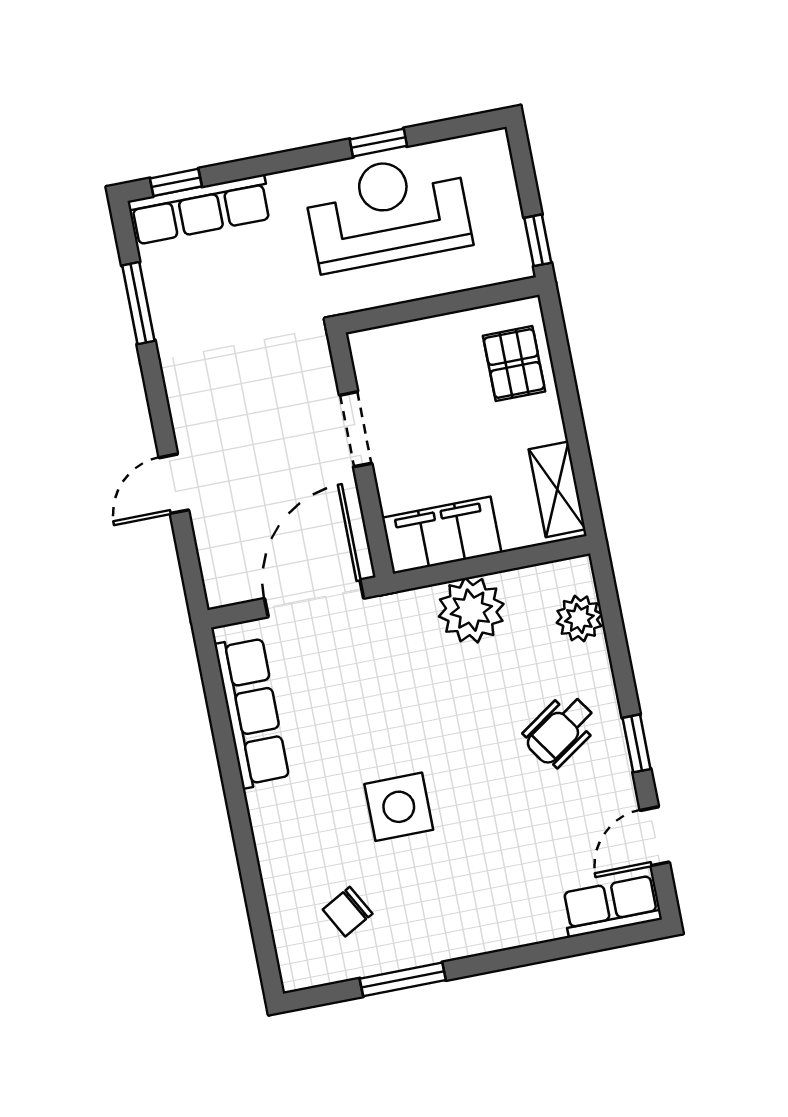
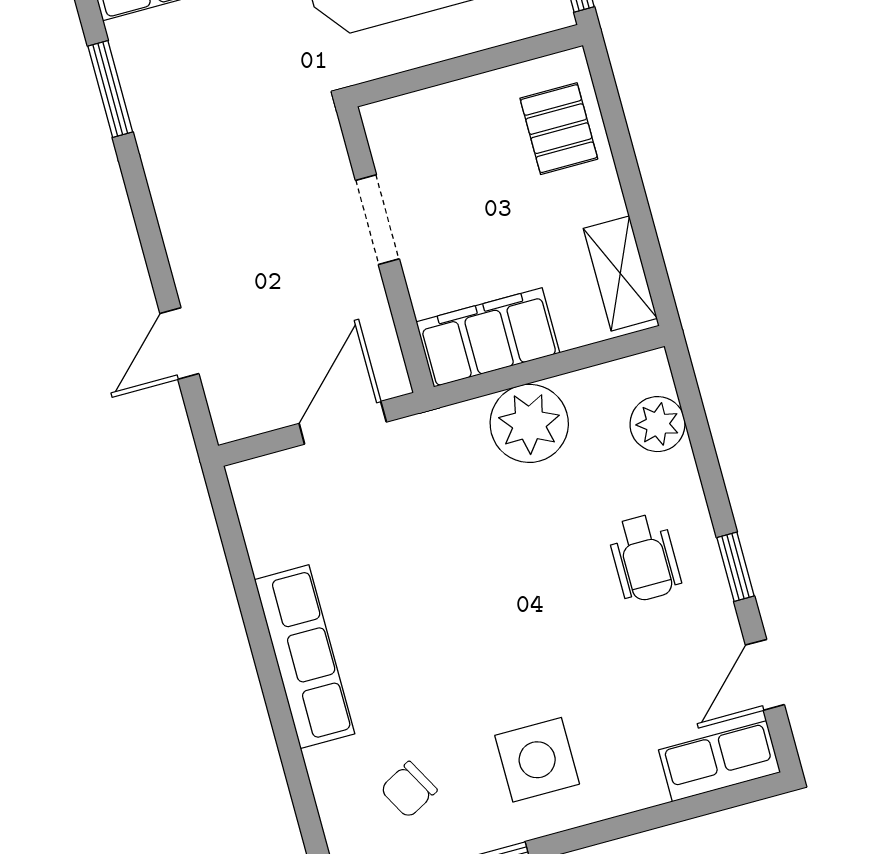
door: (174, 484) -> (179, 344), moved
door: (314, 598) -> (343, 423), width x0.73
row of seats: (252, 712) -> (305, 657), moved
wheelchair: (560, 730) -> (644, 558), turned -56
side table: (399, 807) -> (537, 760), moved

